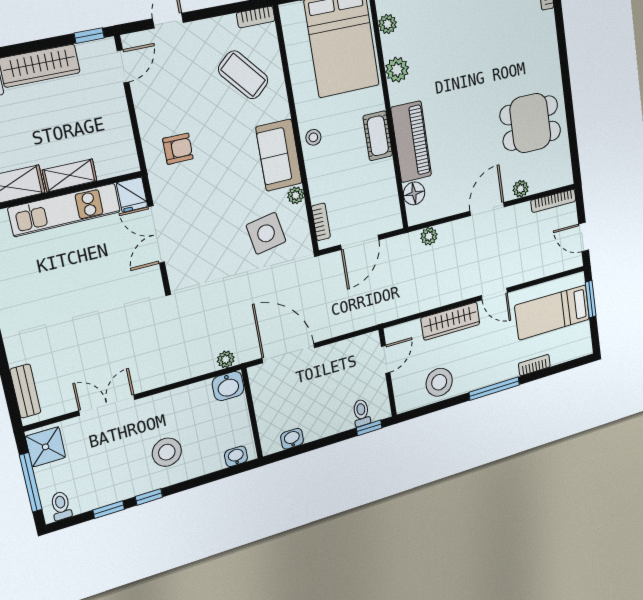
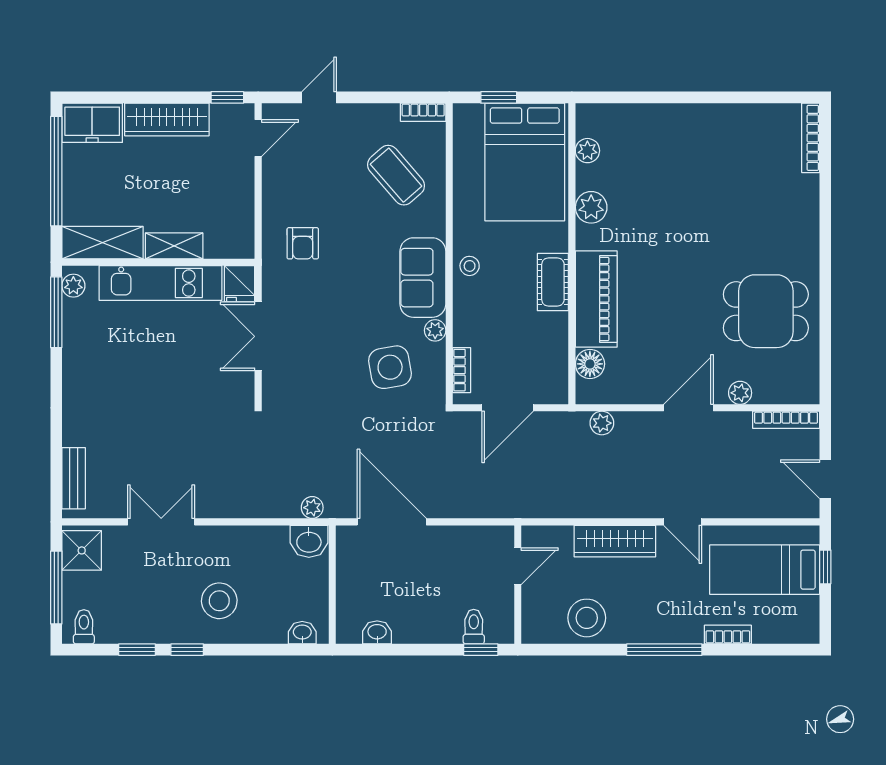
armchair: (178, 149) -> (303, 243), turned 90
window: (591, 299) -> (825, 567), width x0.67

